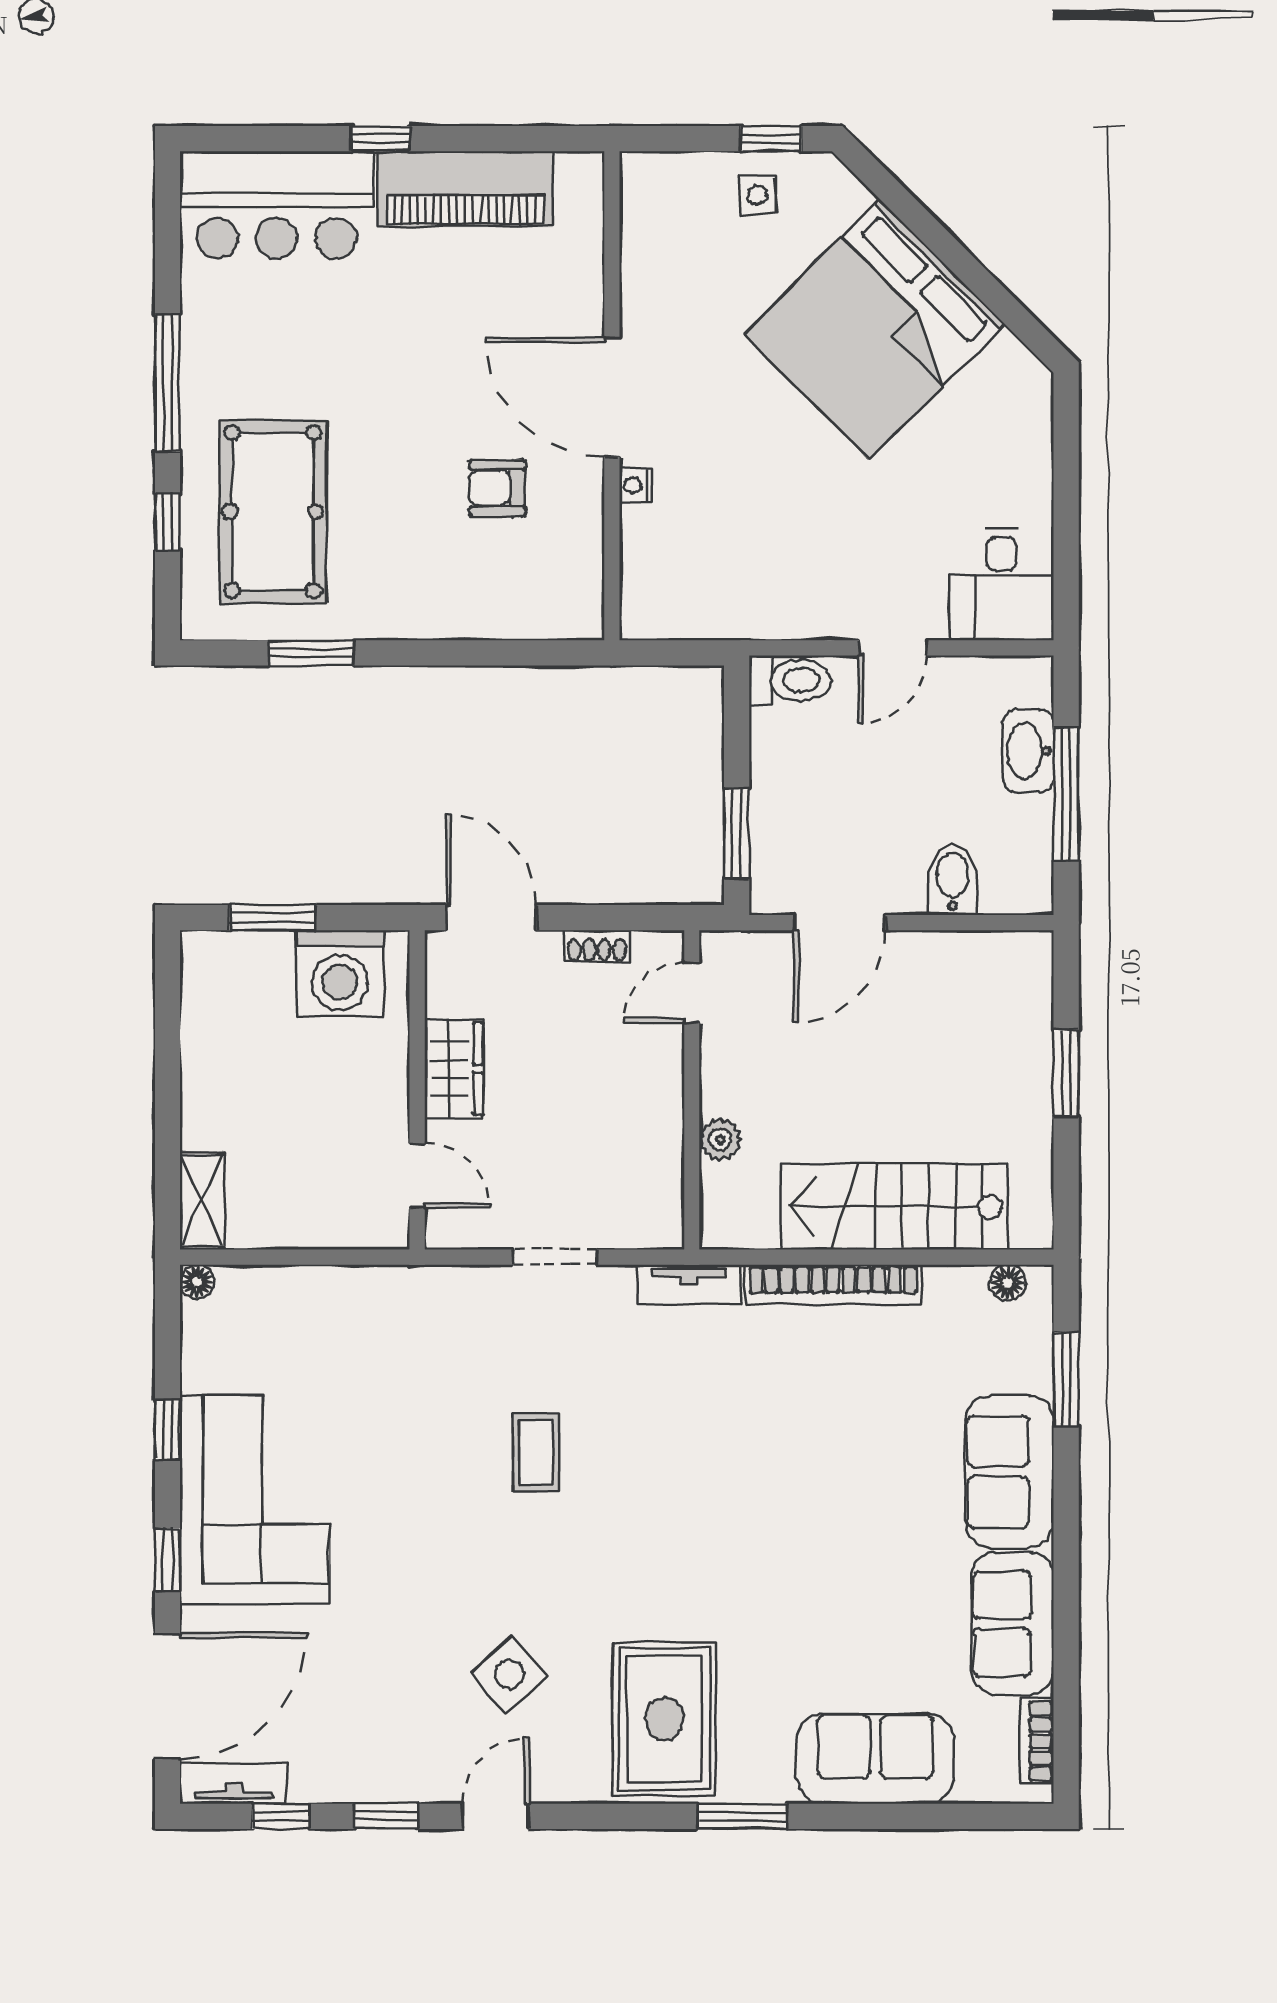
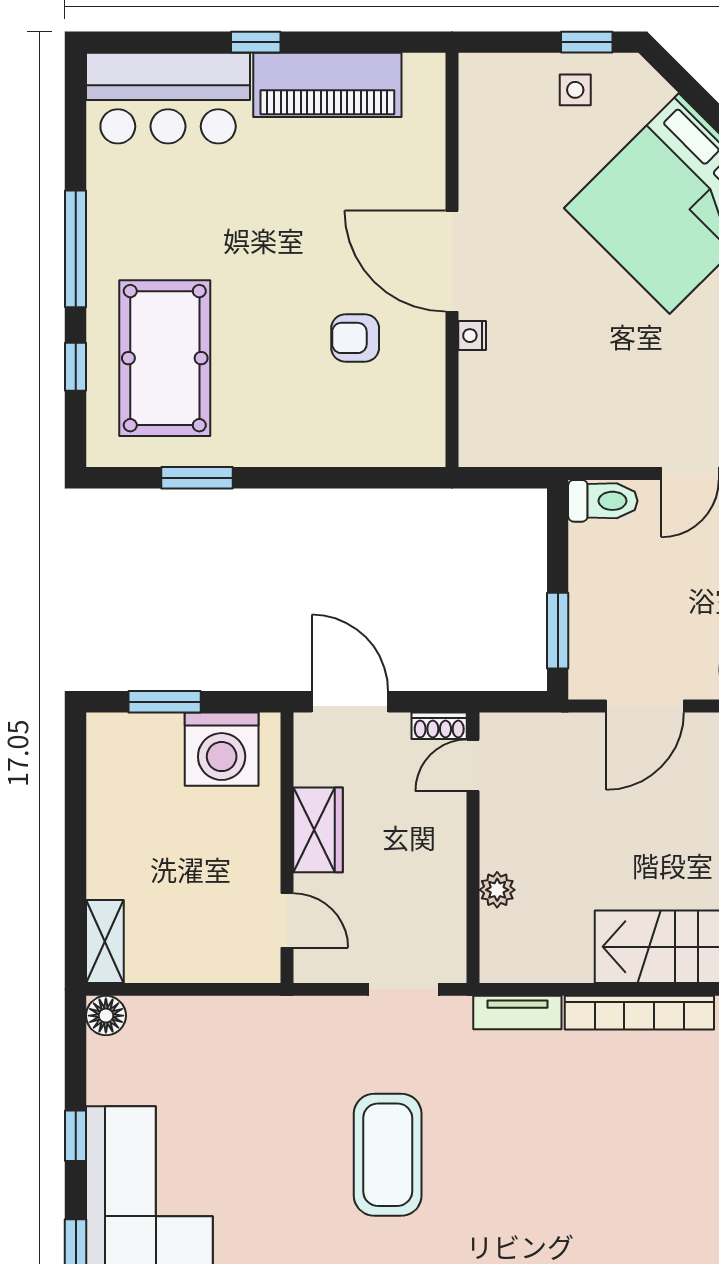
door: (692, 993) -> (473, 765), moved
wall: (692, 1090) -> (473, 848), moved
plant: (720, 1139) -> (497, 890), moved
floor lamp: (197, 1282) -> (106, 1016), width x1.37, depth x1.37
coffee table: (536, 1452) -> (388, 1155), width x1.86, depth x1.72

